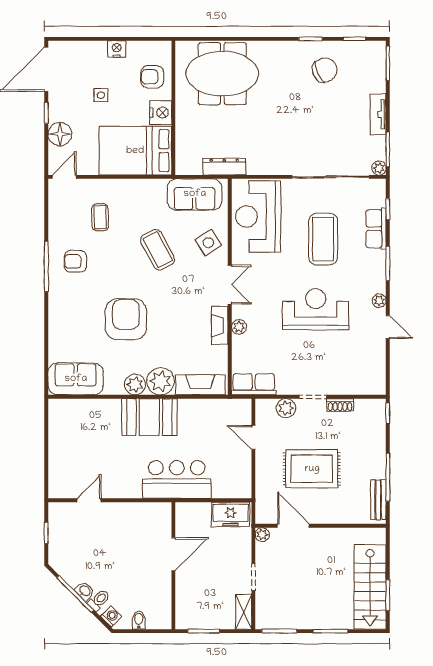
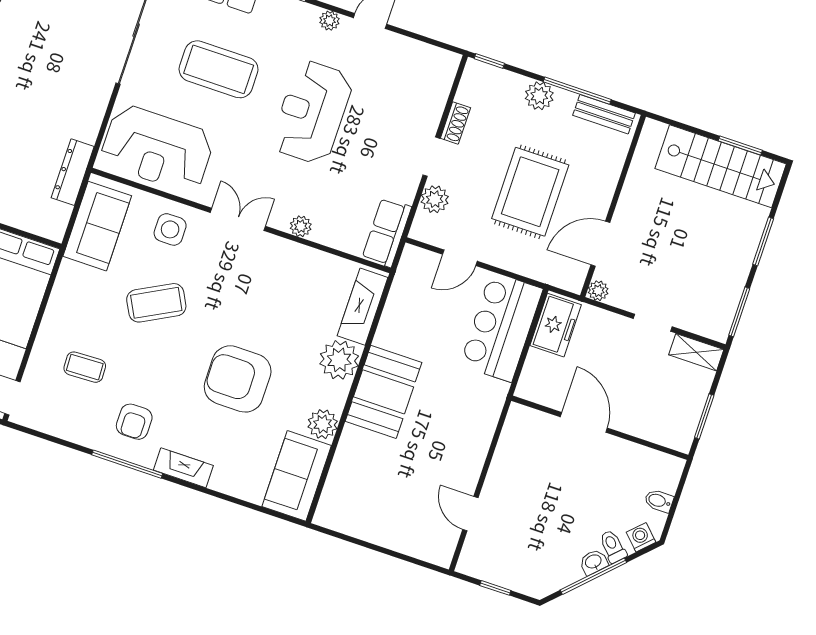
side table: (208, 243) -> (170, 229), turned 34
fireplace: (220, 326) -> (183, 468), moved, turned 180
plant: (135, 385) -> (323, 424), moved
plant: (376, 454) -> (539, 96), added
bar counter: (177, 479) -> (501, 327), moved

